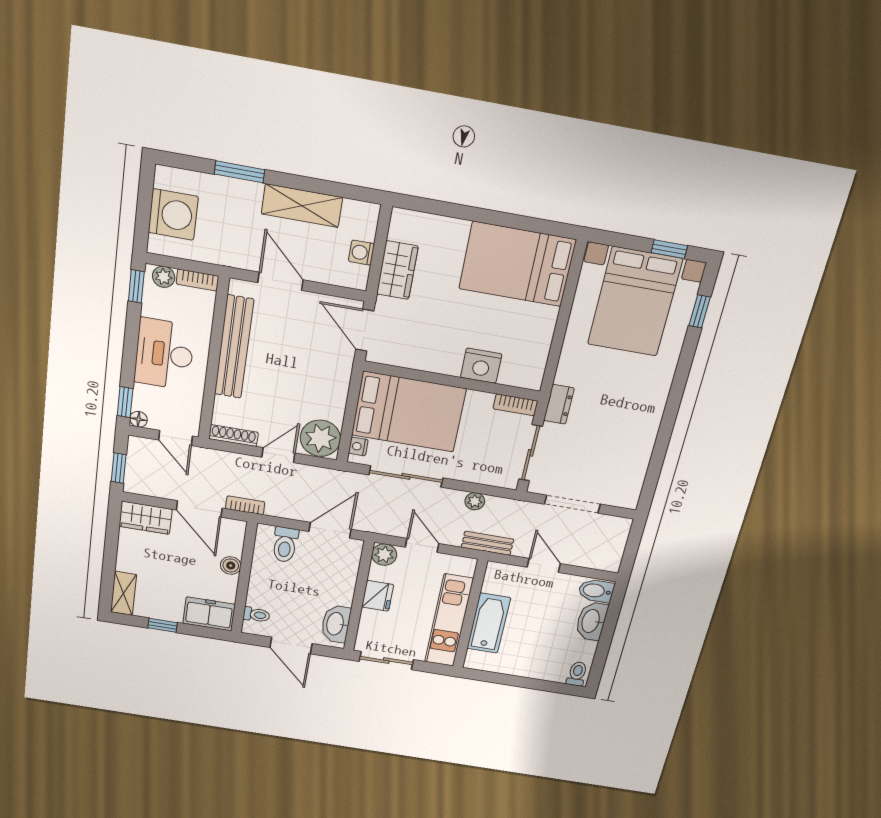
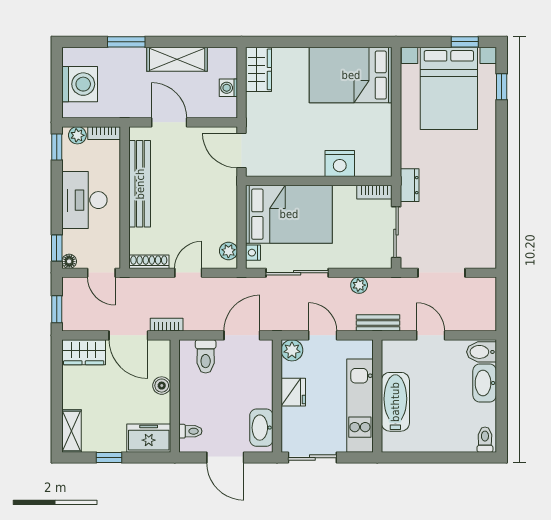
wardrobe: (397, 270) -> (259, 69), moved
plant: (320, 438) -> (228, 251), width x0.53, depth x0.53

